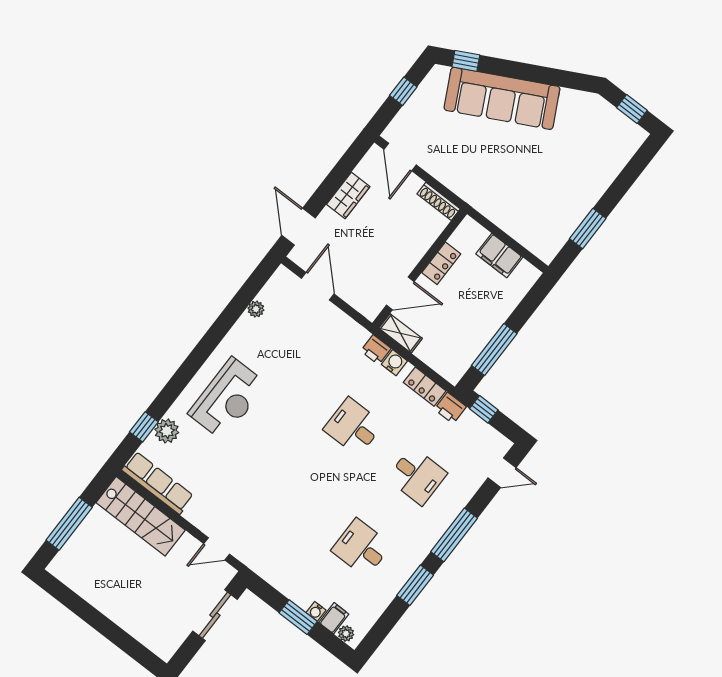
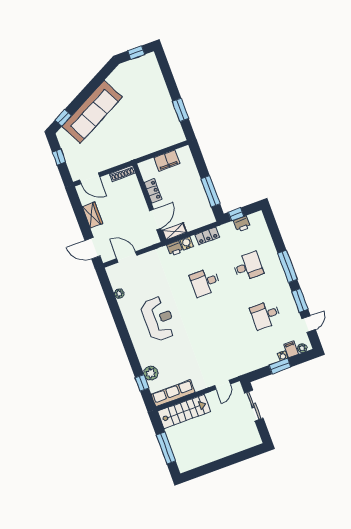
reception desk: (227, 399) -> (158, 319), moved
printer: (450, 408) -> (242, 224), moved
door: (502, 473) -> (309, 324), moved

